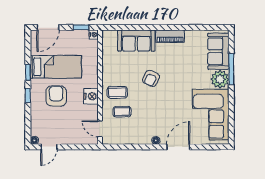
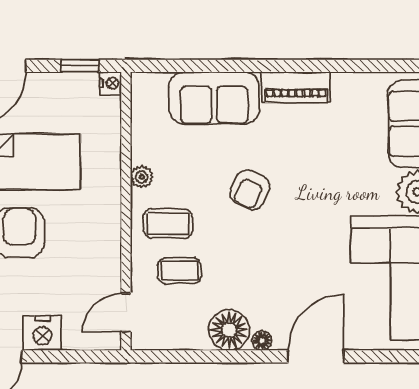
plant: (106, 73) -> (142, 177), added
nightstand: (91, 96) -> (42, 333), moved, turned 90
door: (100, 129) -> (126, 313), hinge flipped
floor lamp: (142, 136) -> (229, 330), added

